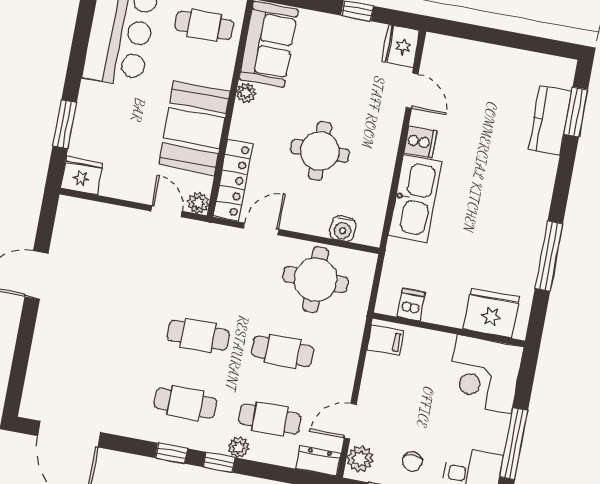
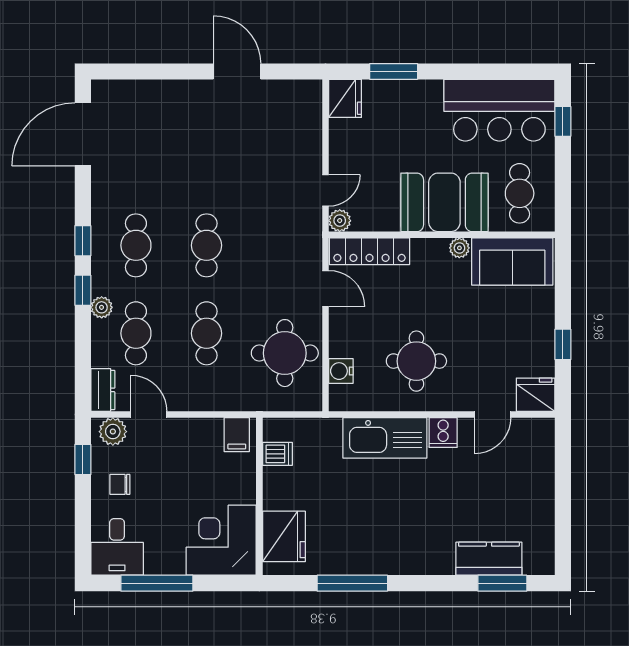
booth: (194, 128) -> (444, 202), moved
round table: (320, 151) -> (416, 361), moved

